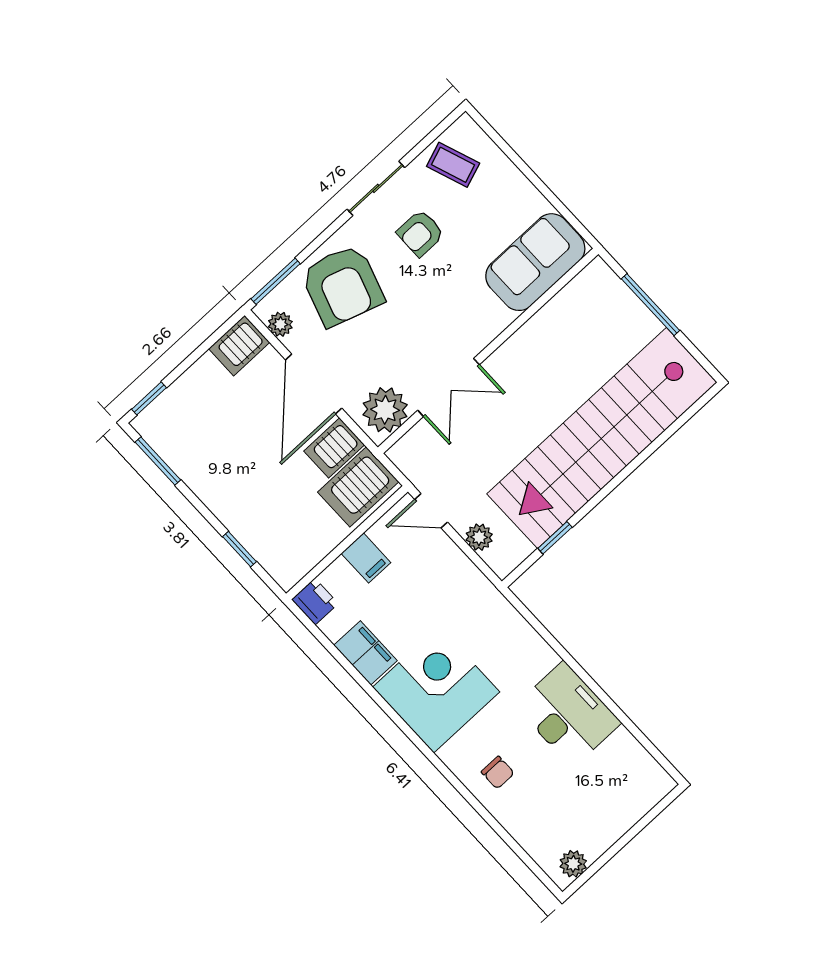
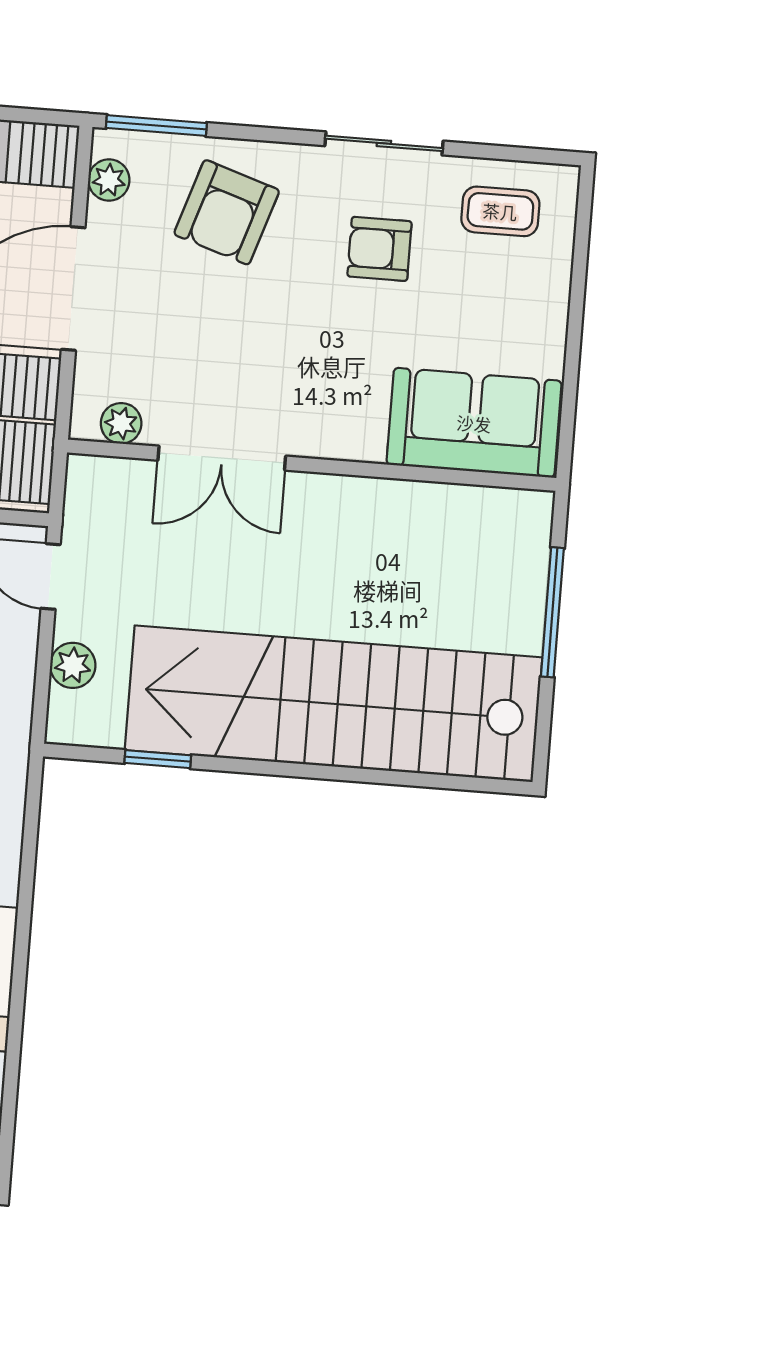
coffee table: (453, 165) -> (500, 211), turned -70
armchair: (342, 286) -> (227, 212), width x0.73, depth x0.73
plant: (385, 410) -> (121, 423), width x0.53, depth x0.53

